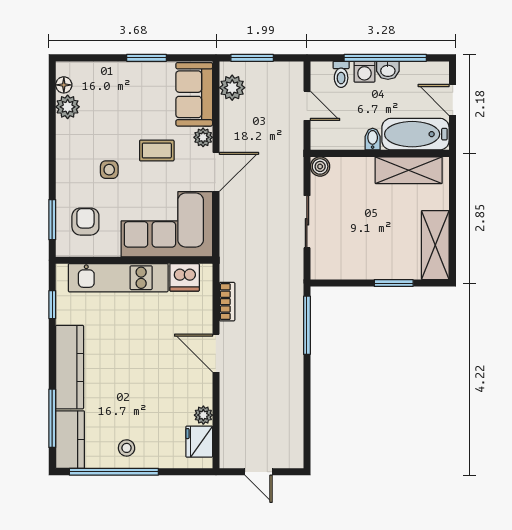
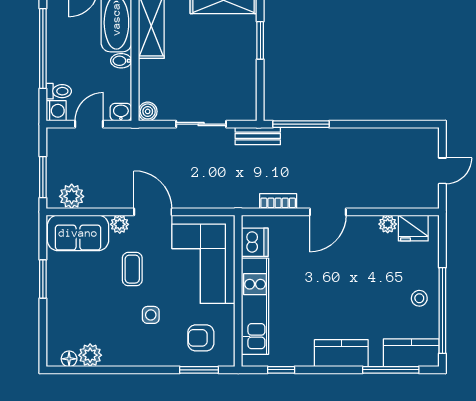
washbasin: (388, 70) -> (121, 112), moved, turned -90
washing machine: (364, 72) -> (56, 111), moved
bench: (295, 280) -> (258, 136), added
kitchen counter: (70, 367) -> (341, 353), width x0.67

